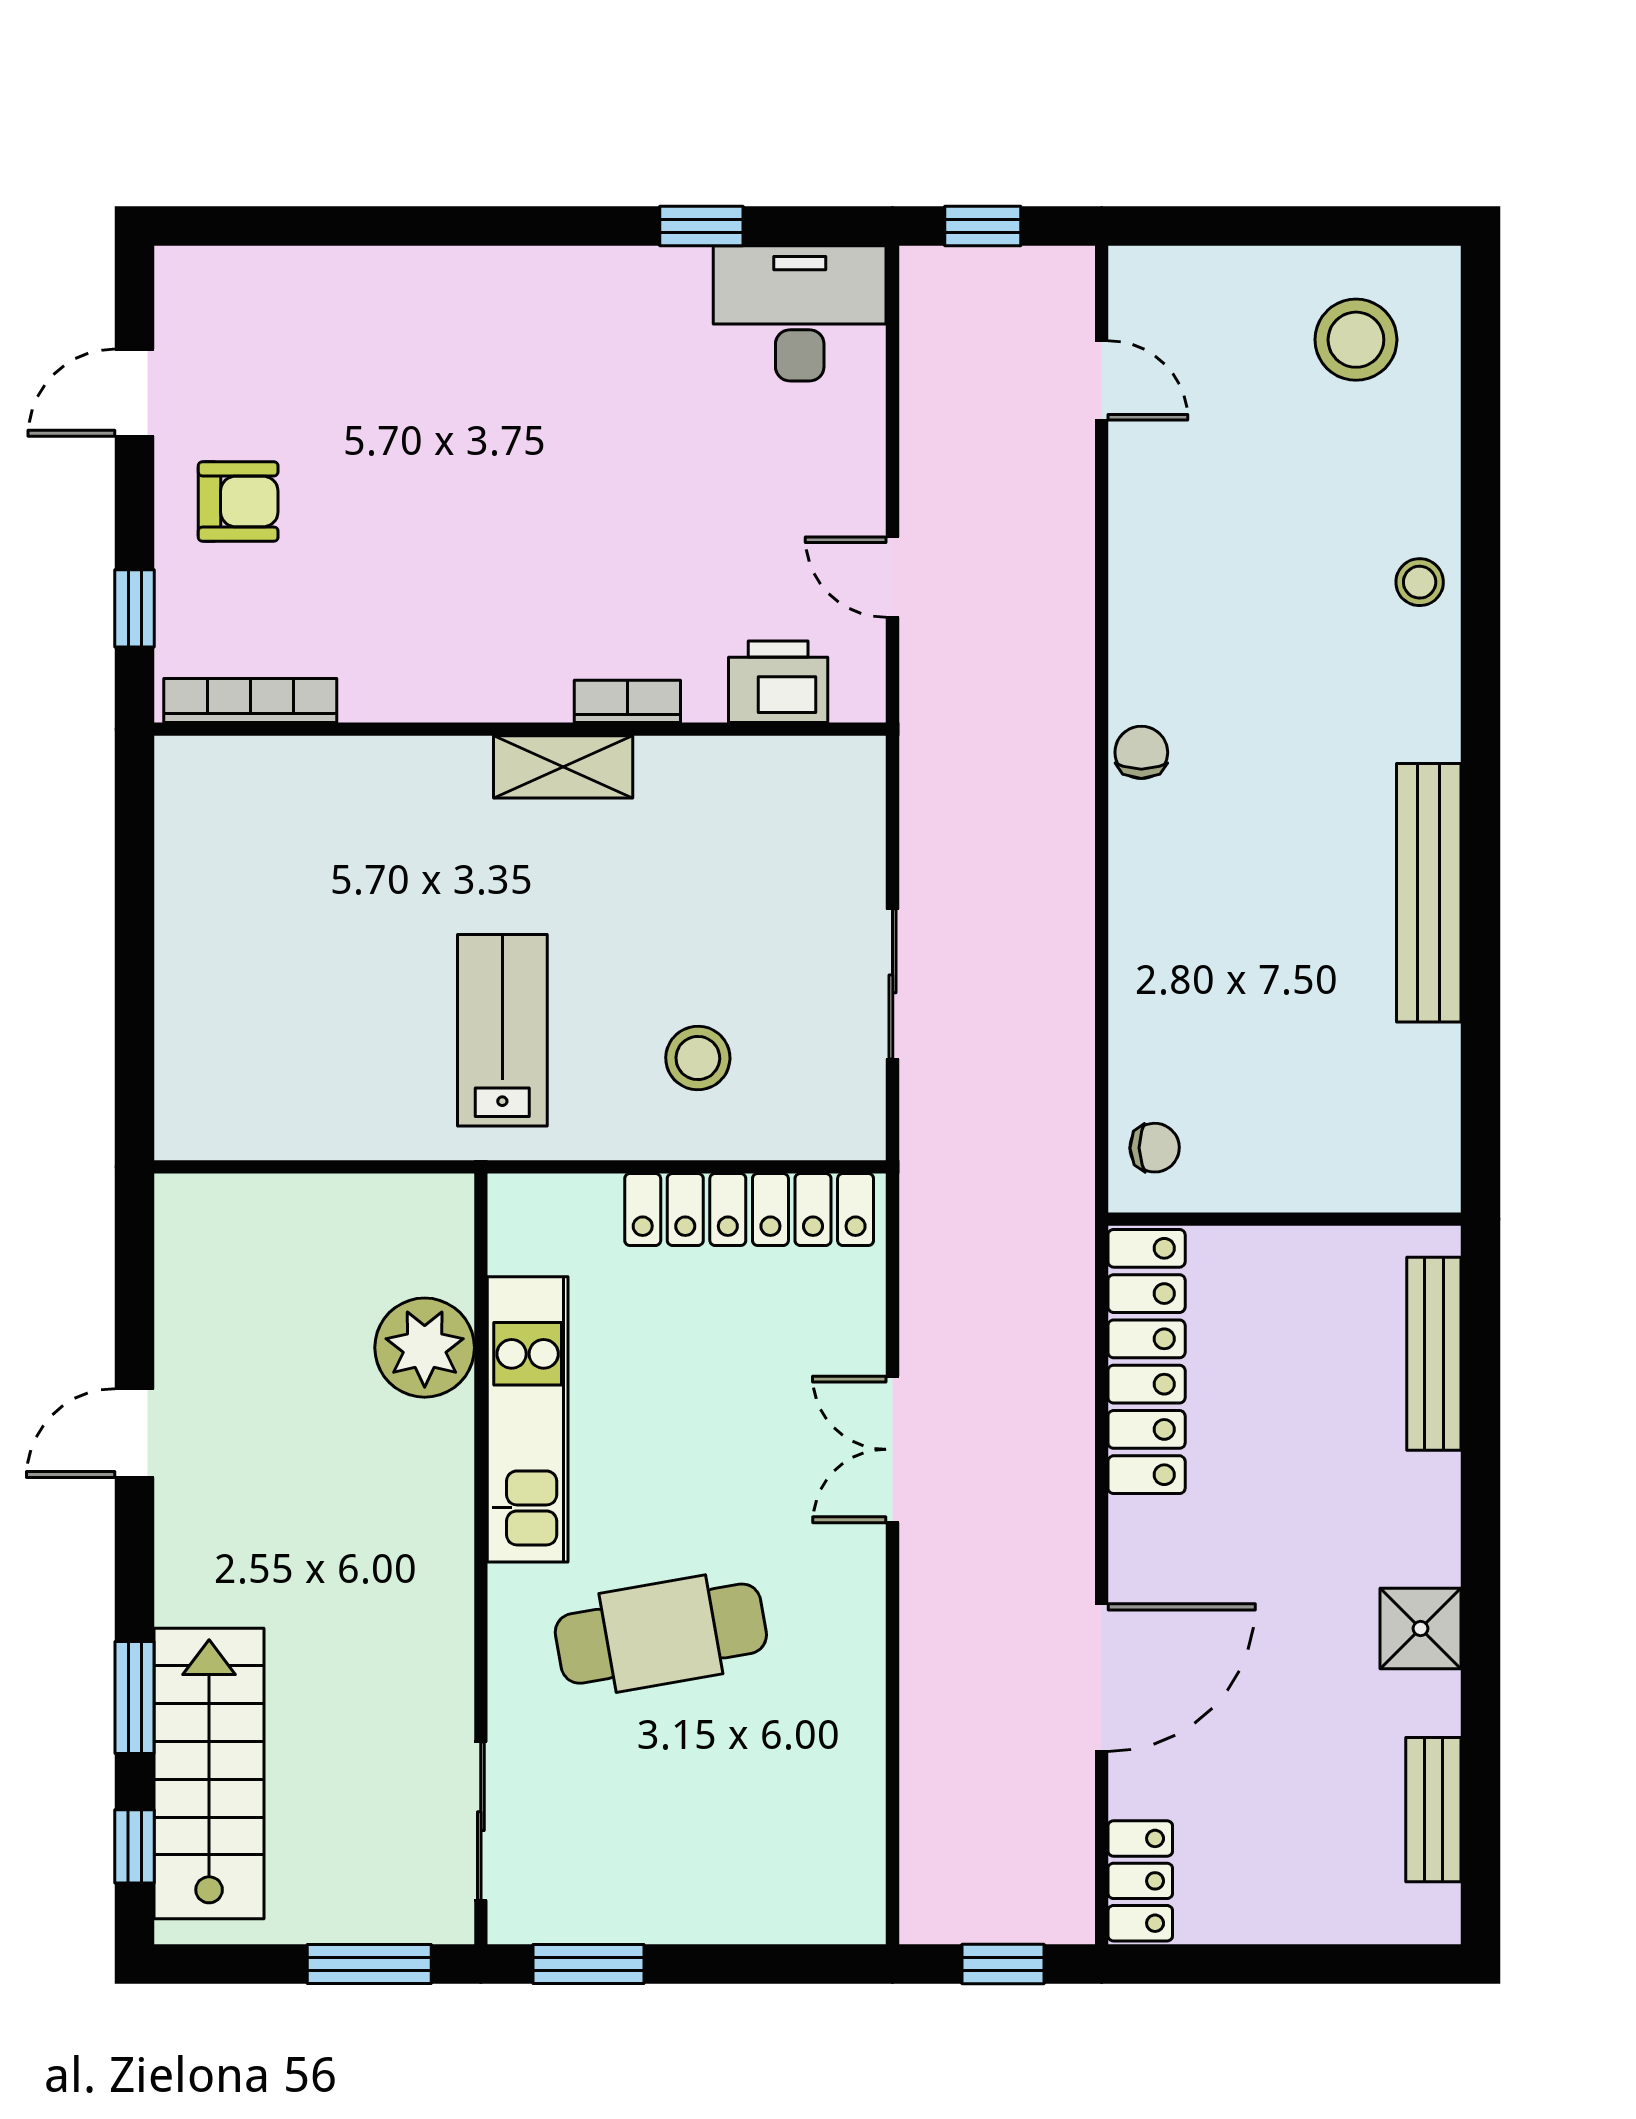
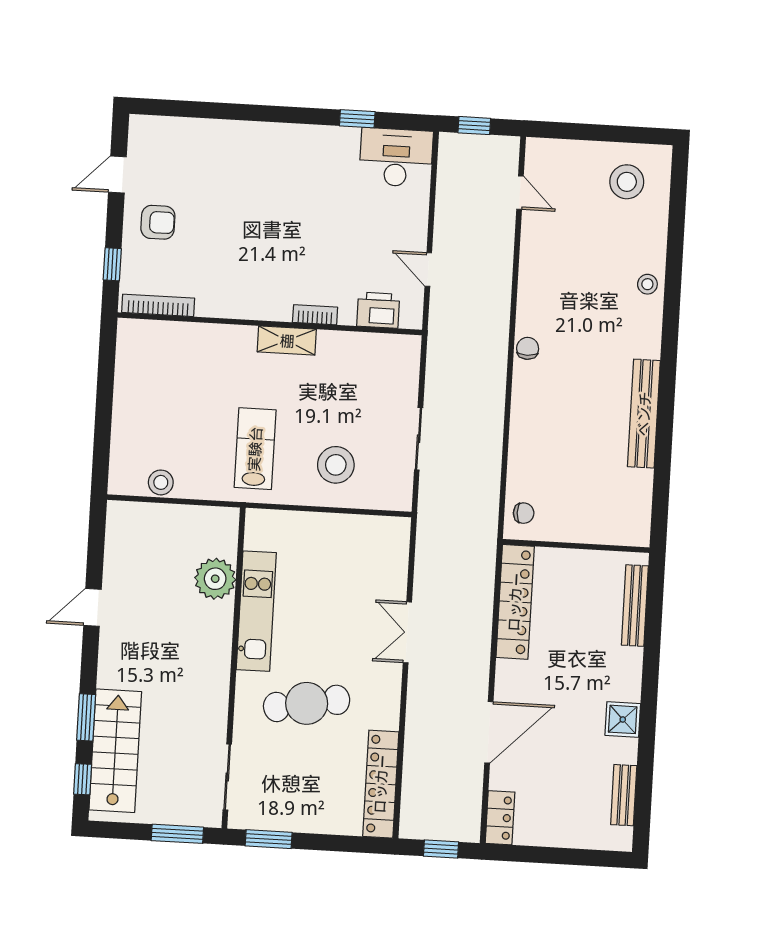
stool: (698, 1058) -> (336, 465), width x1.38, depth x1.38
stool: (281, 1124) -> (161, 482), added
locker: (749, 1210) -> (381, 784), moved, turned 90

